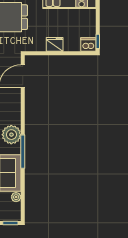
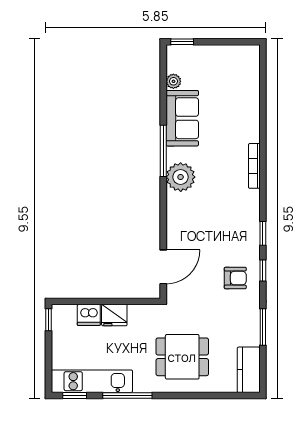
dishwasher: (88, 45) -> (89, 315), moved

